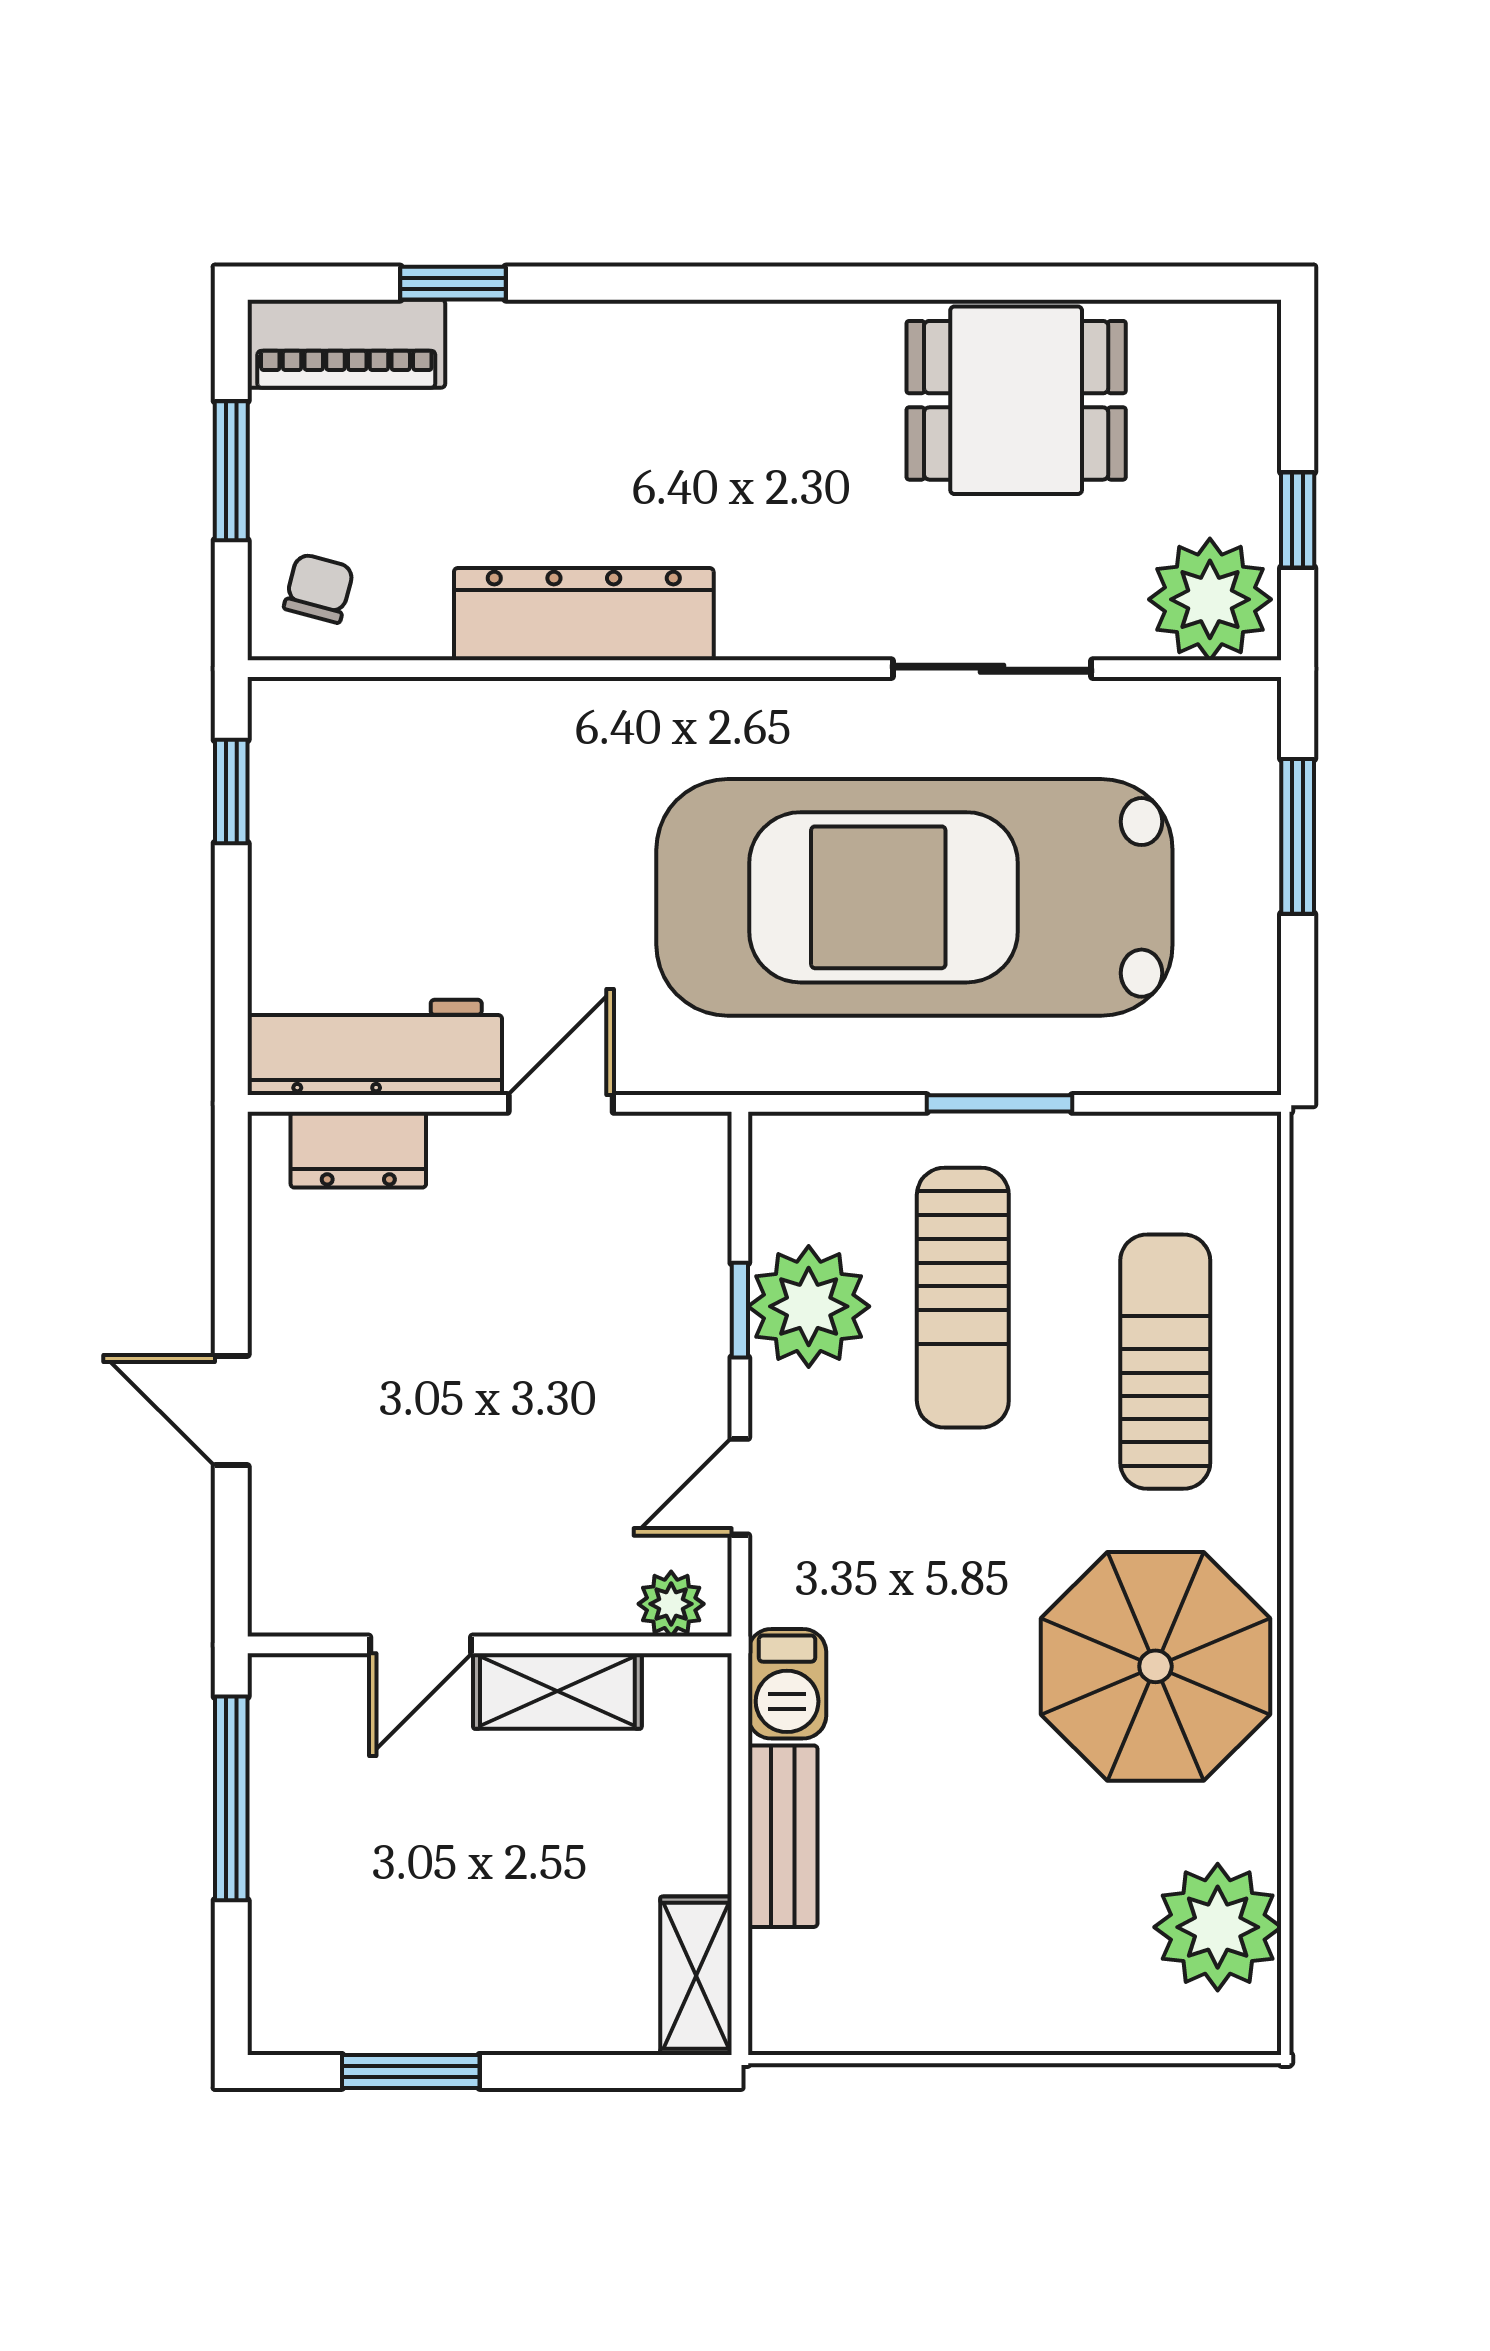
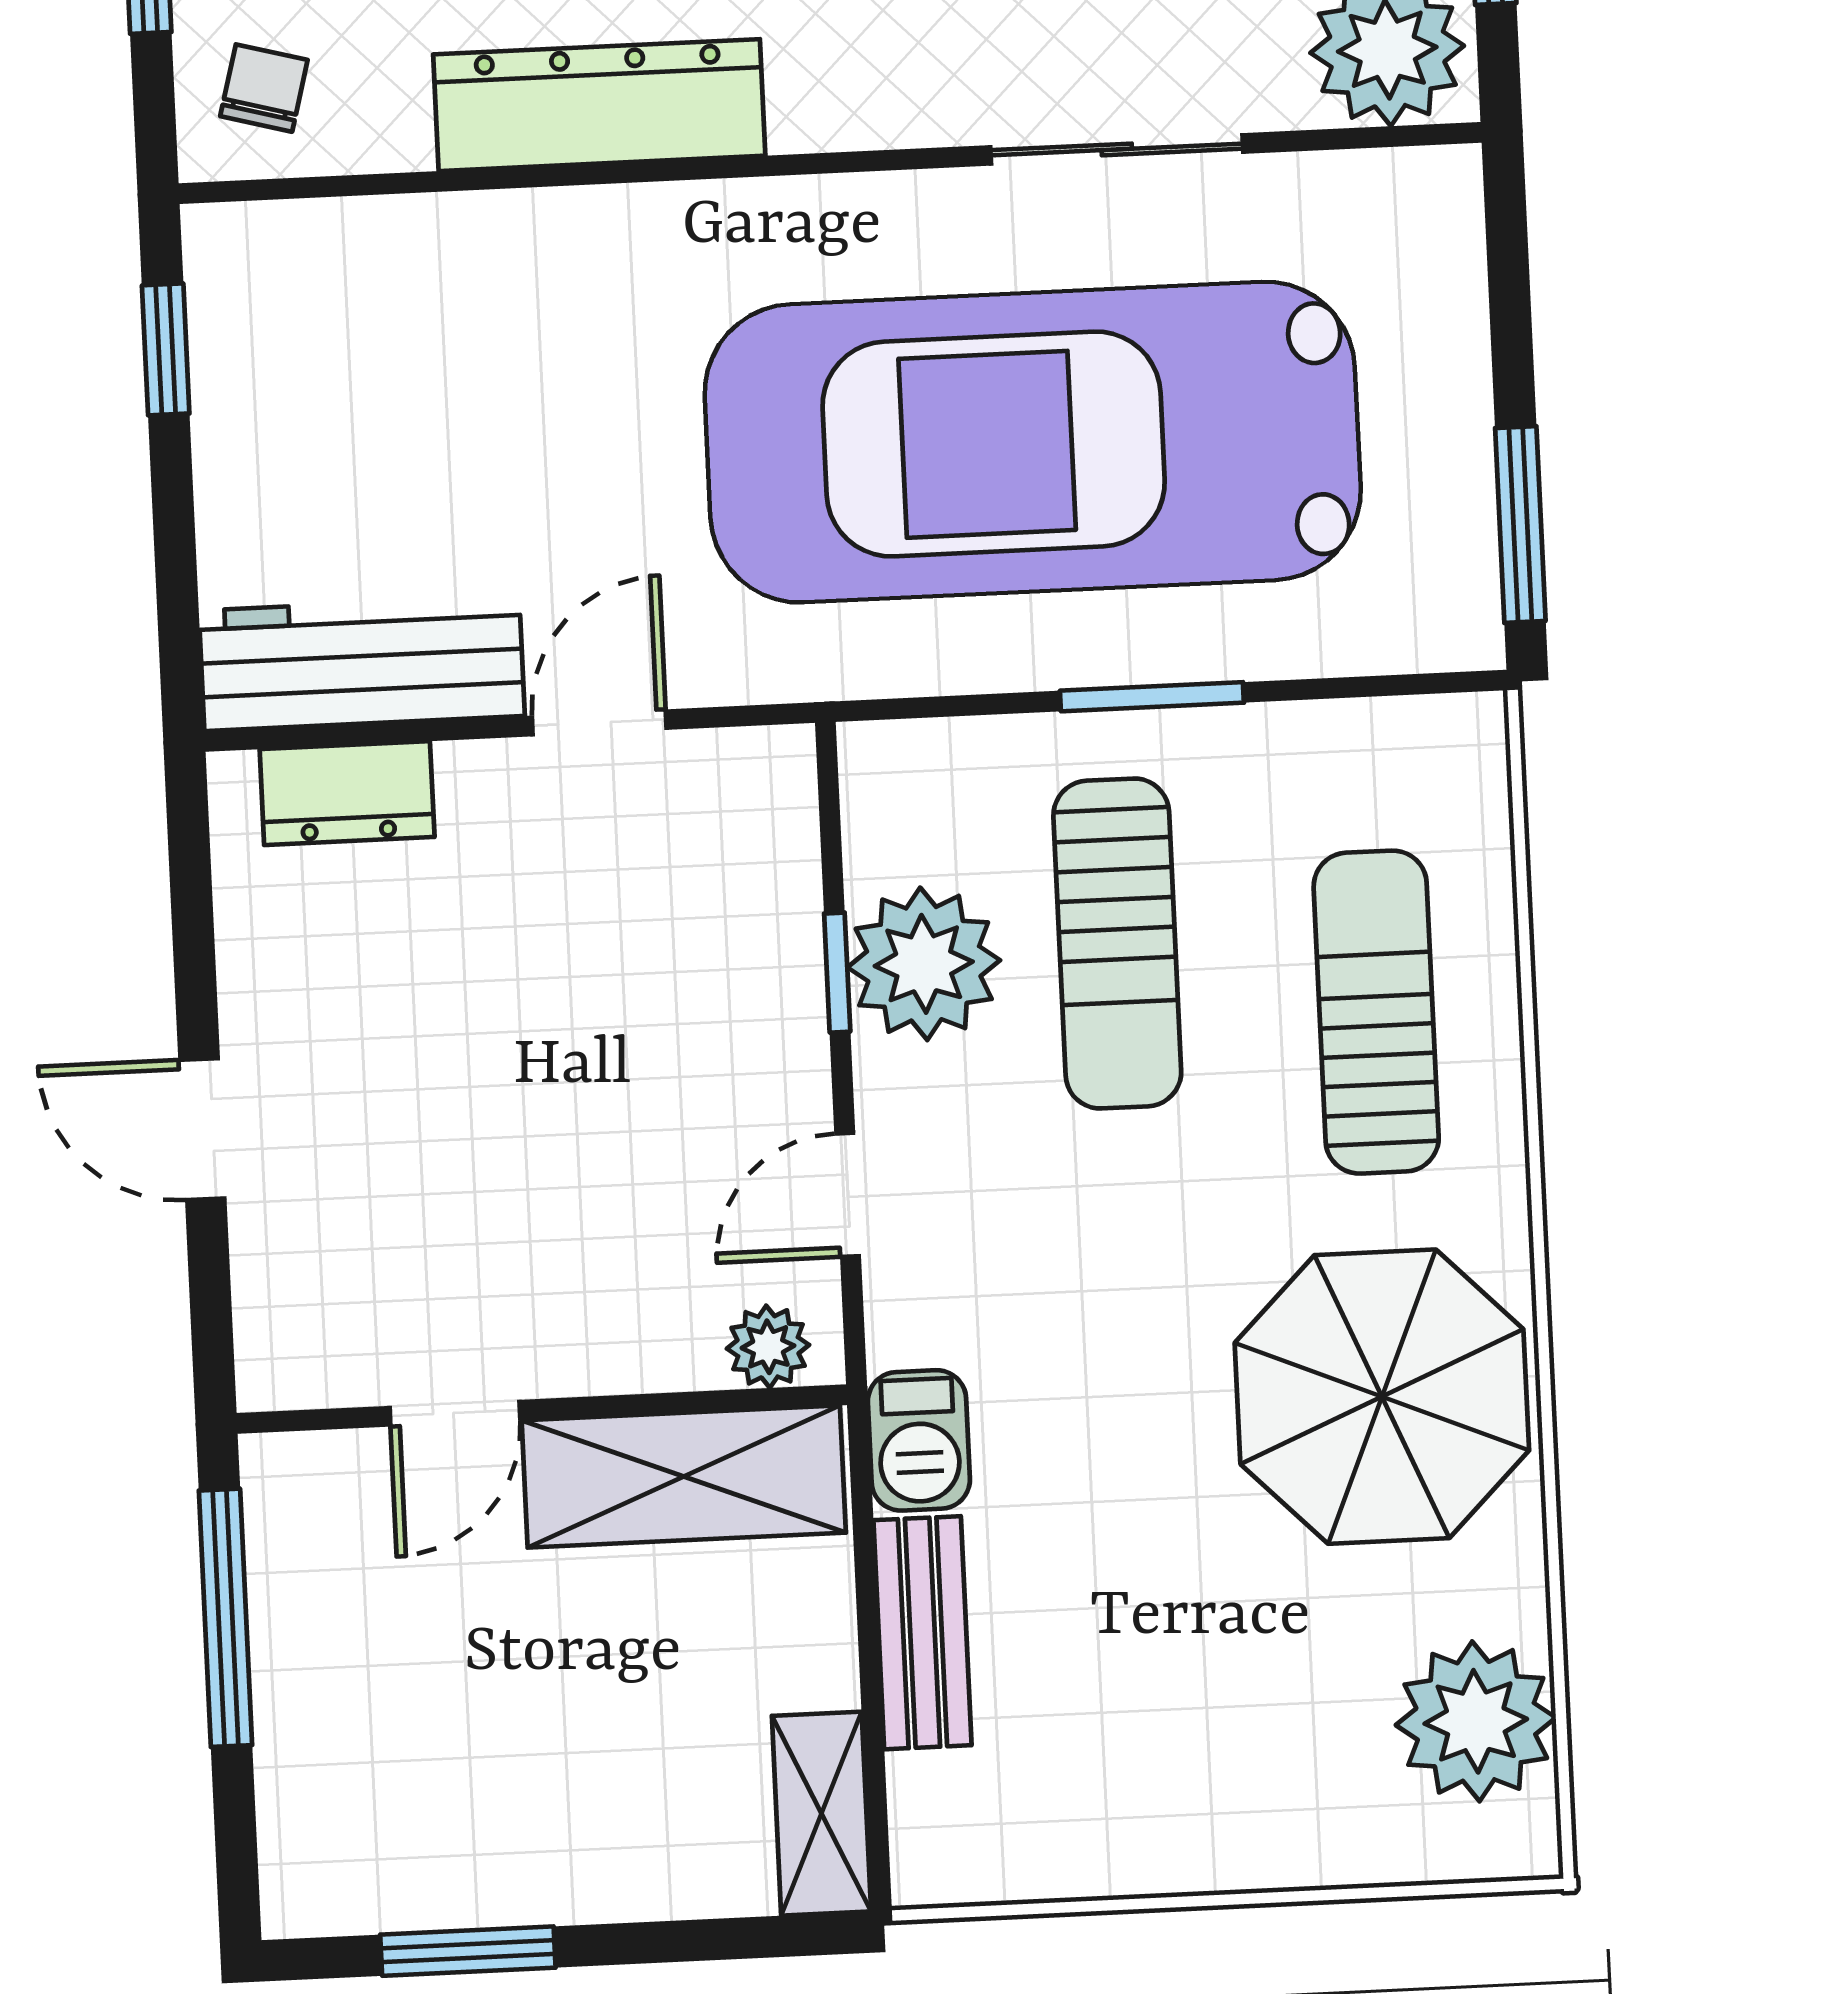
window: (1298, 836) -> (1520, 525), moved
shelving: (557, 1691) -> (684, 1477), width x1.50, depth x1.33

